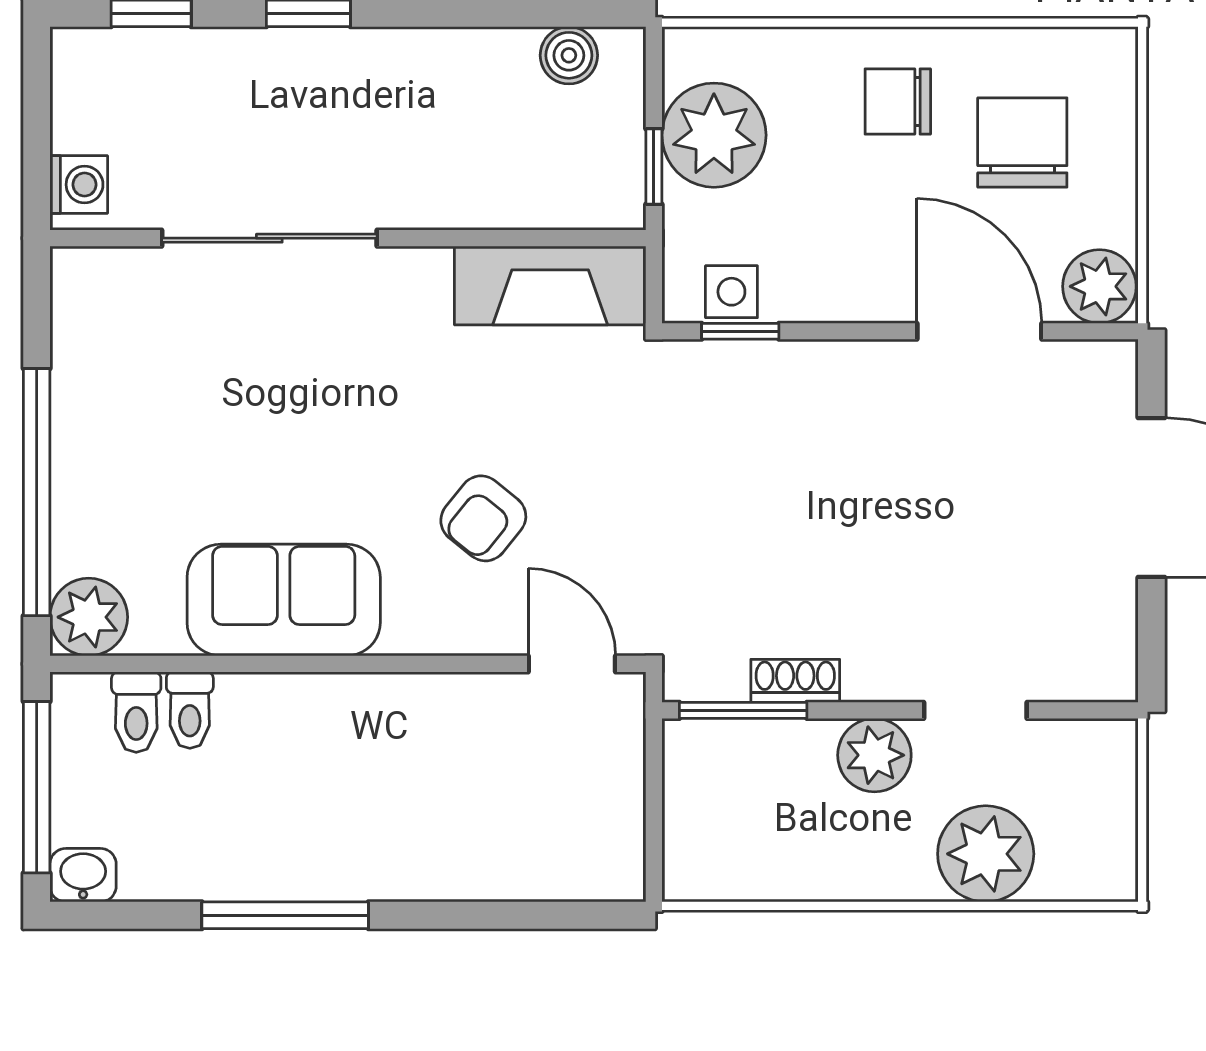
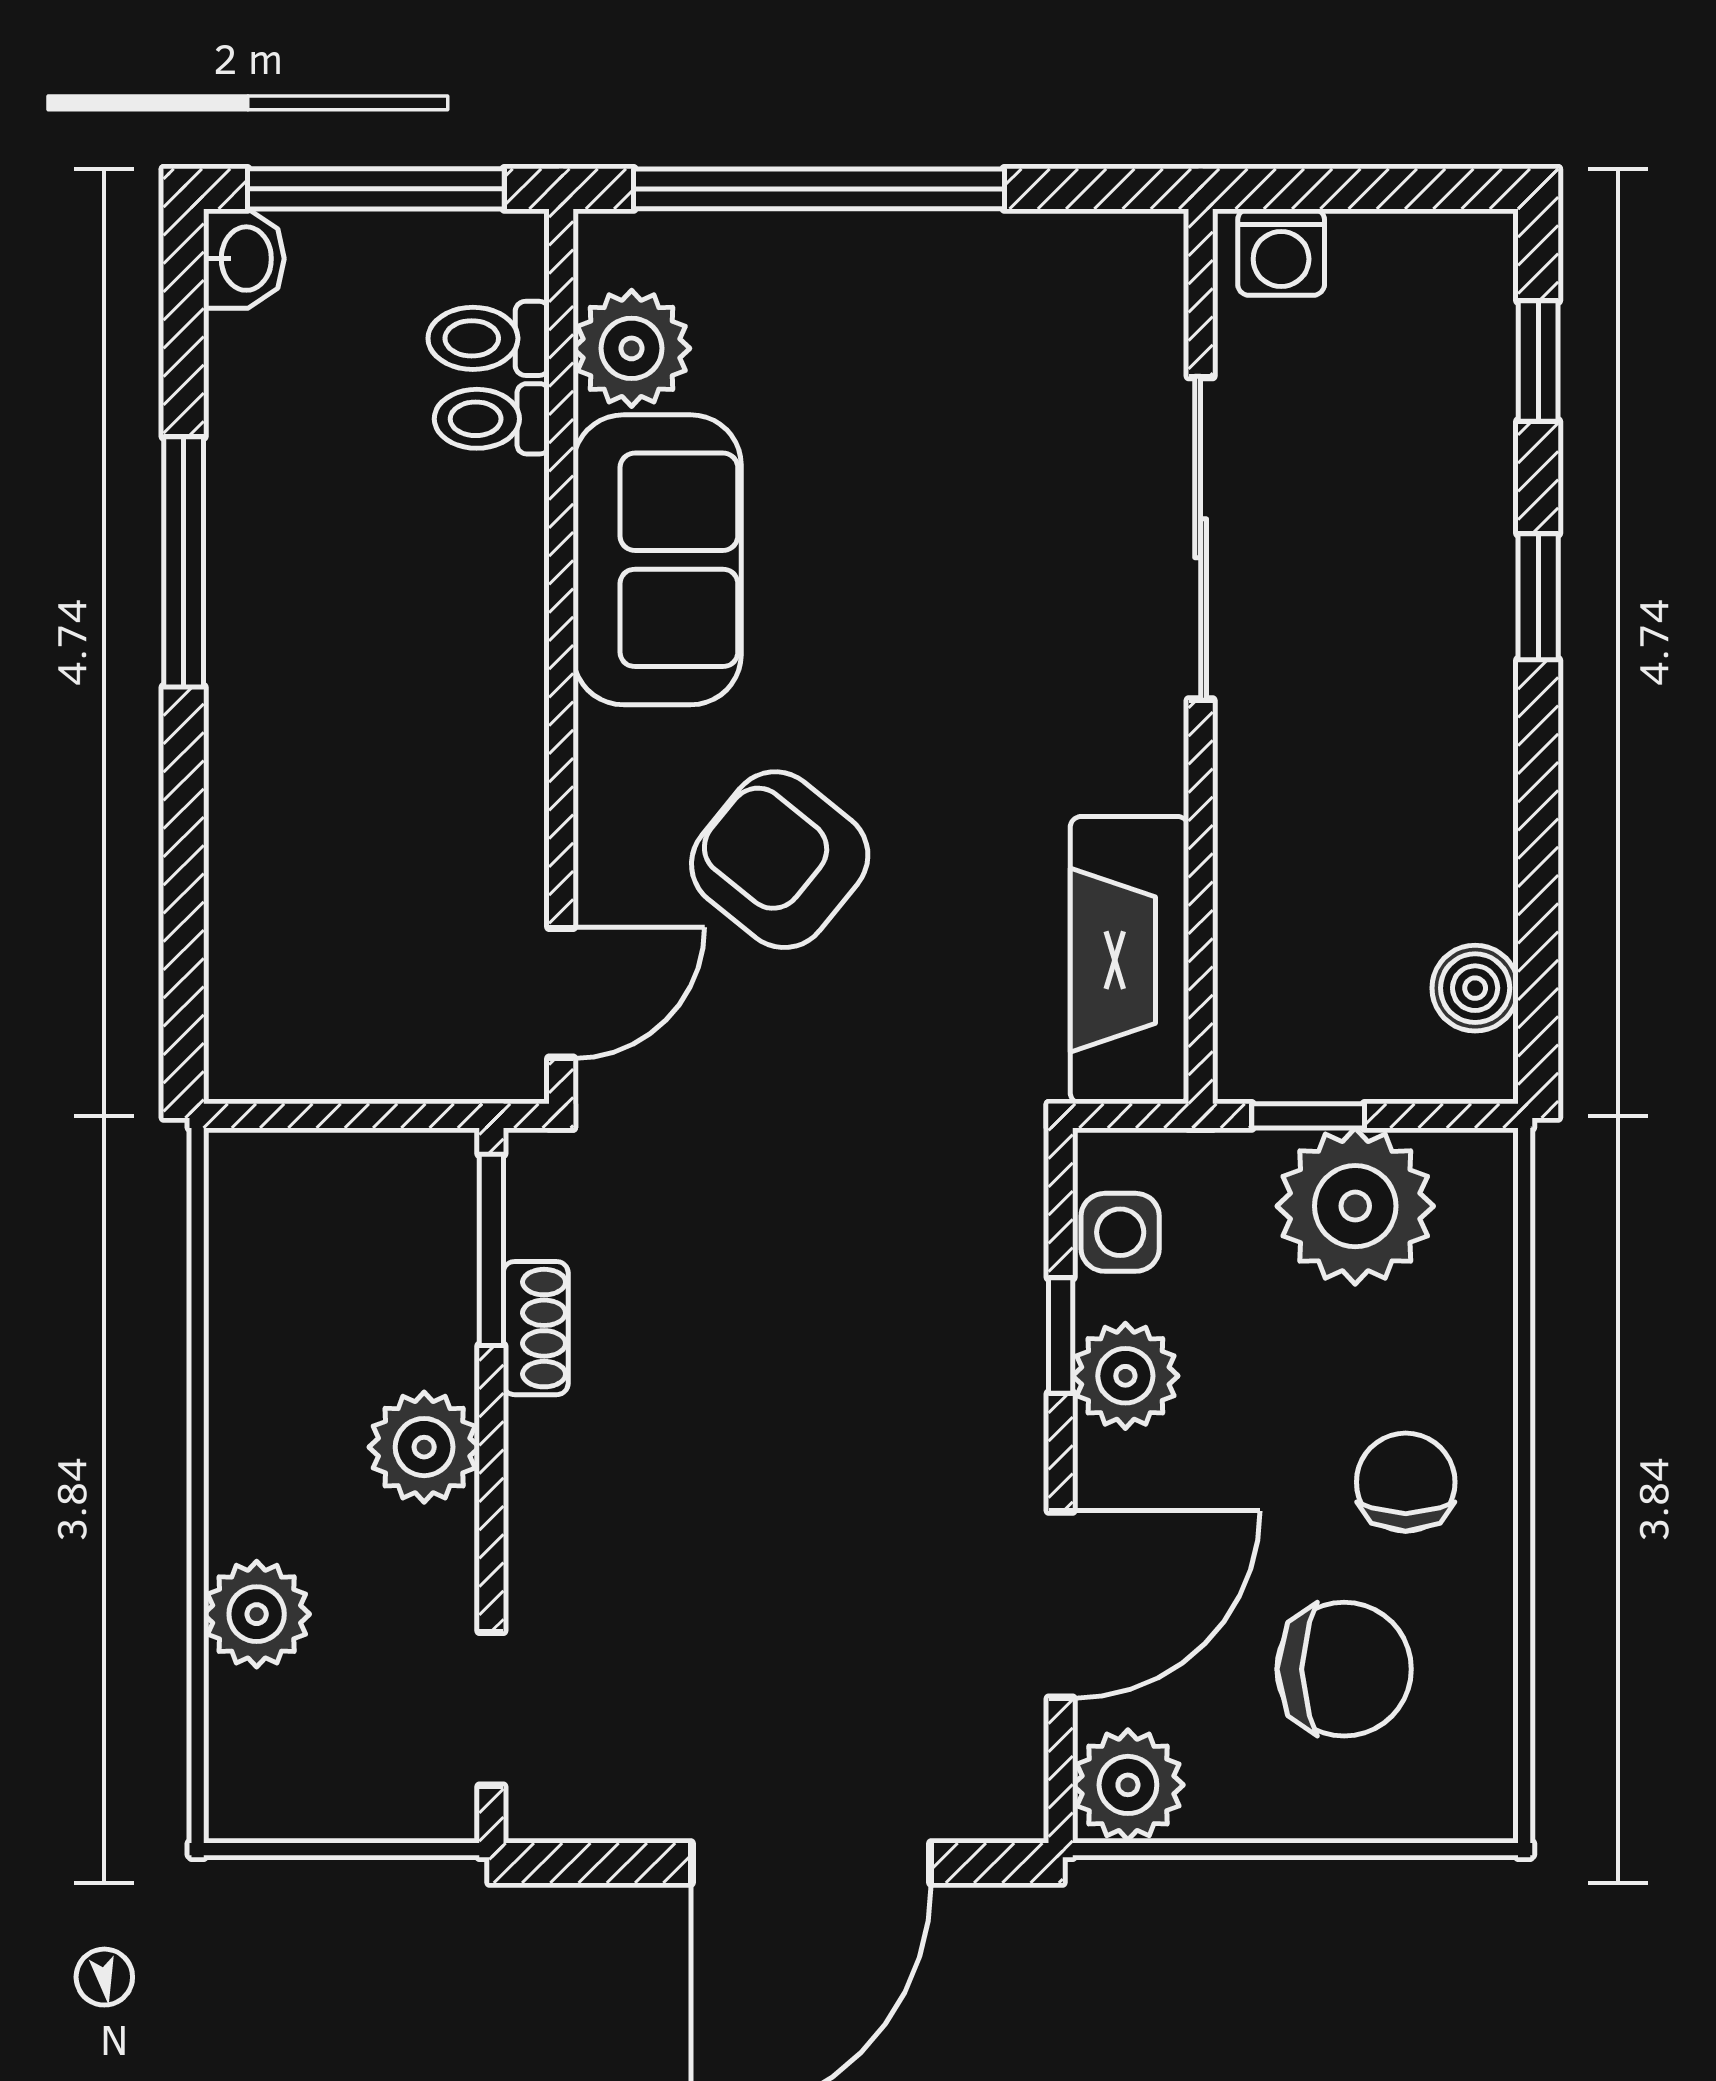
plant: (827, 288) -> (1125, 1376), added
window: (740, 331) -> (1061, 1335), moved
armchair: (483, 518) -> (780, 860), width x1.38, depth x1.38
plant: (89, 617) -> (632, 348), moved
doorway: (975, 710) -> (491, 1709), moved
plant: (986, 854) -> (257, 1614), width x0.73, depth x0.73

